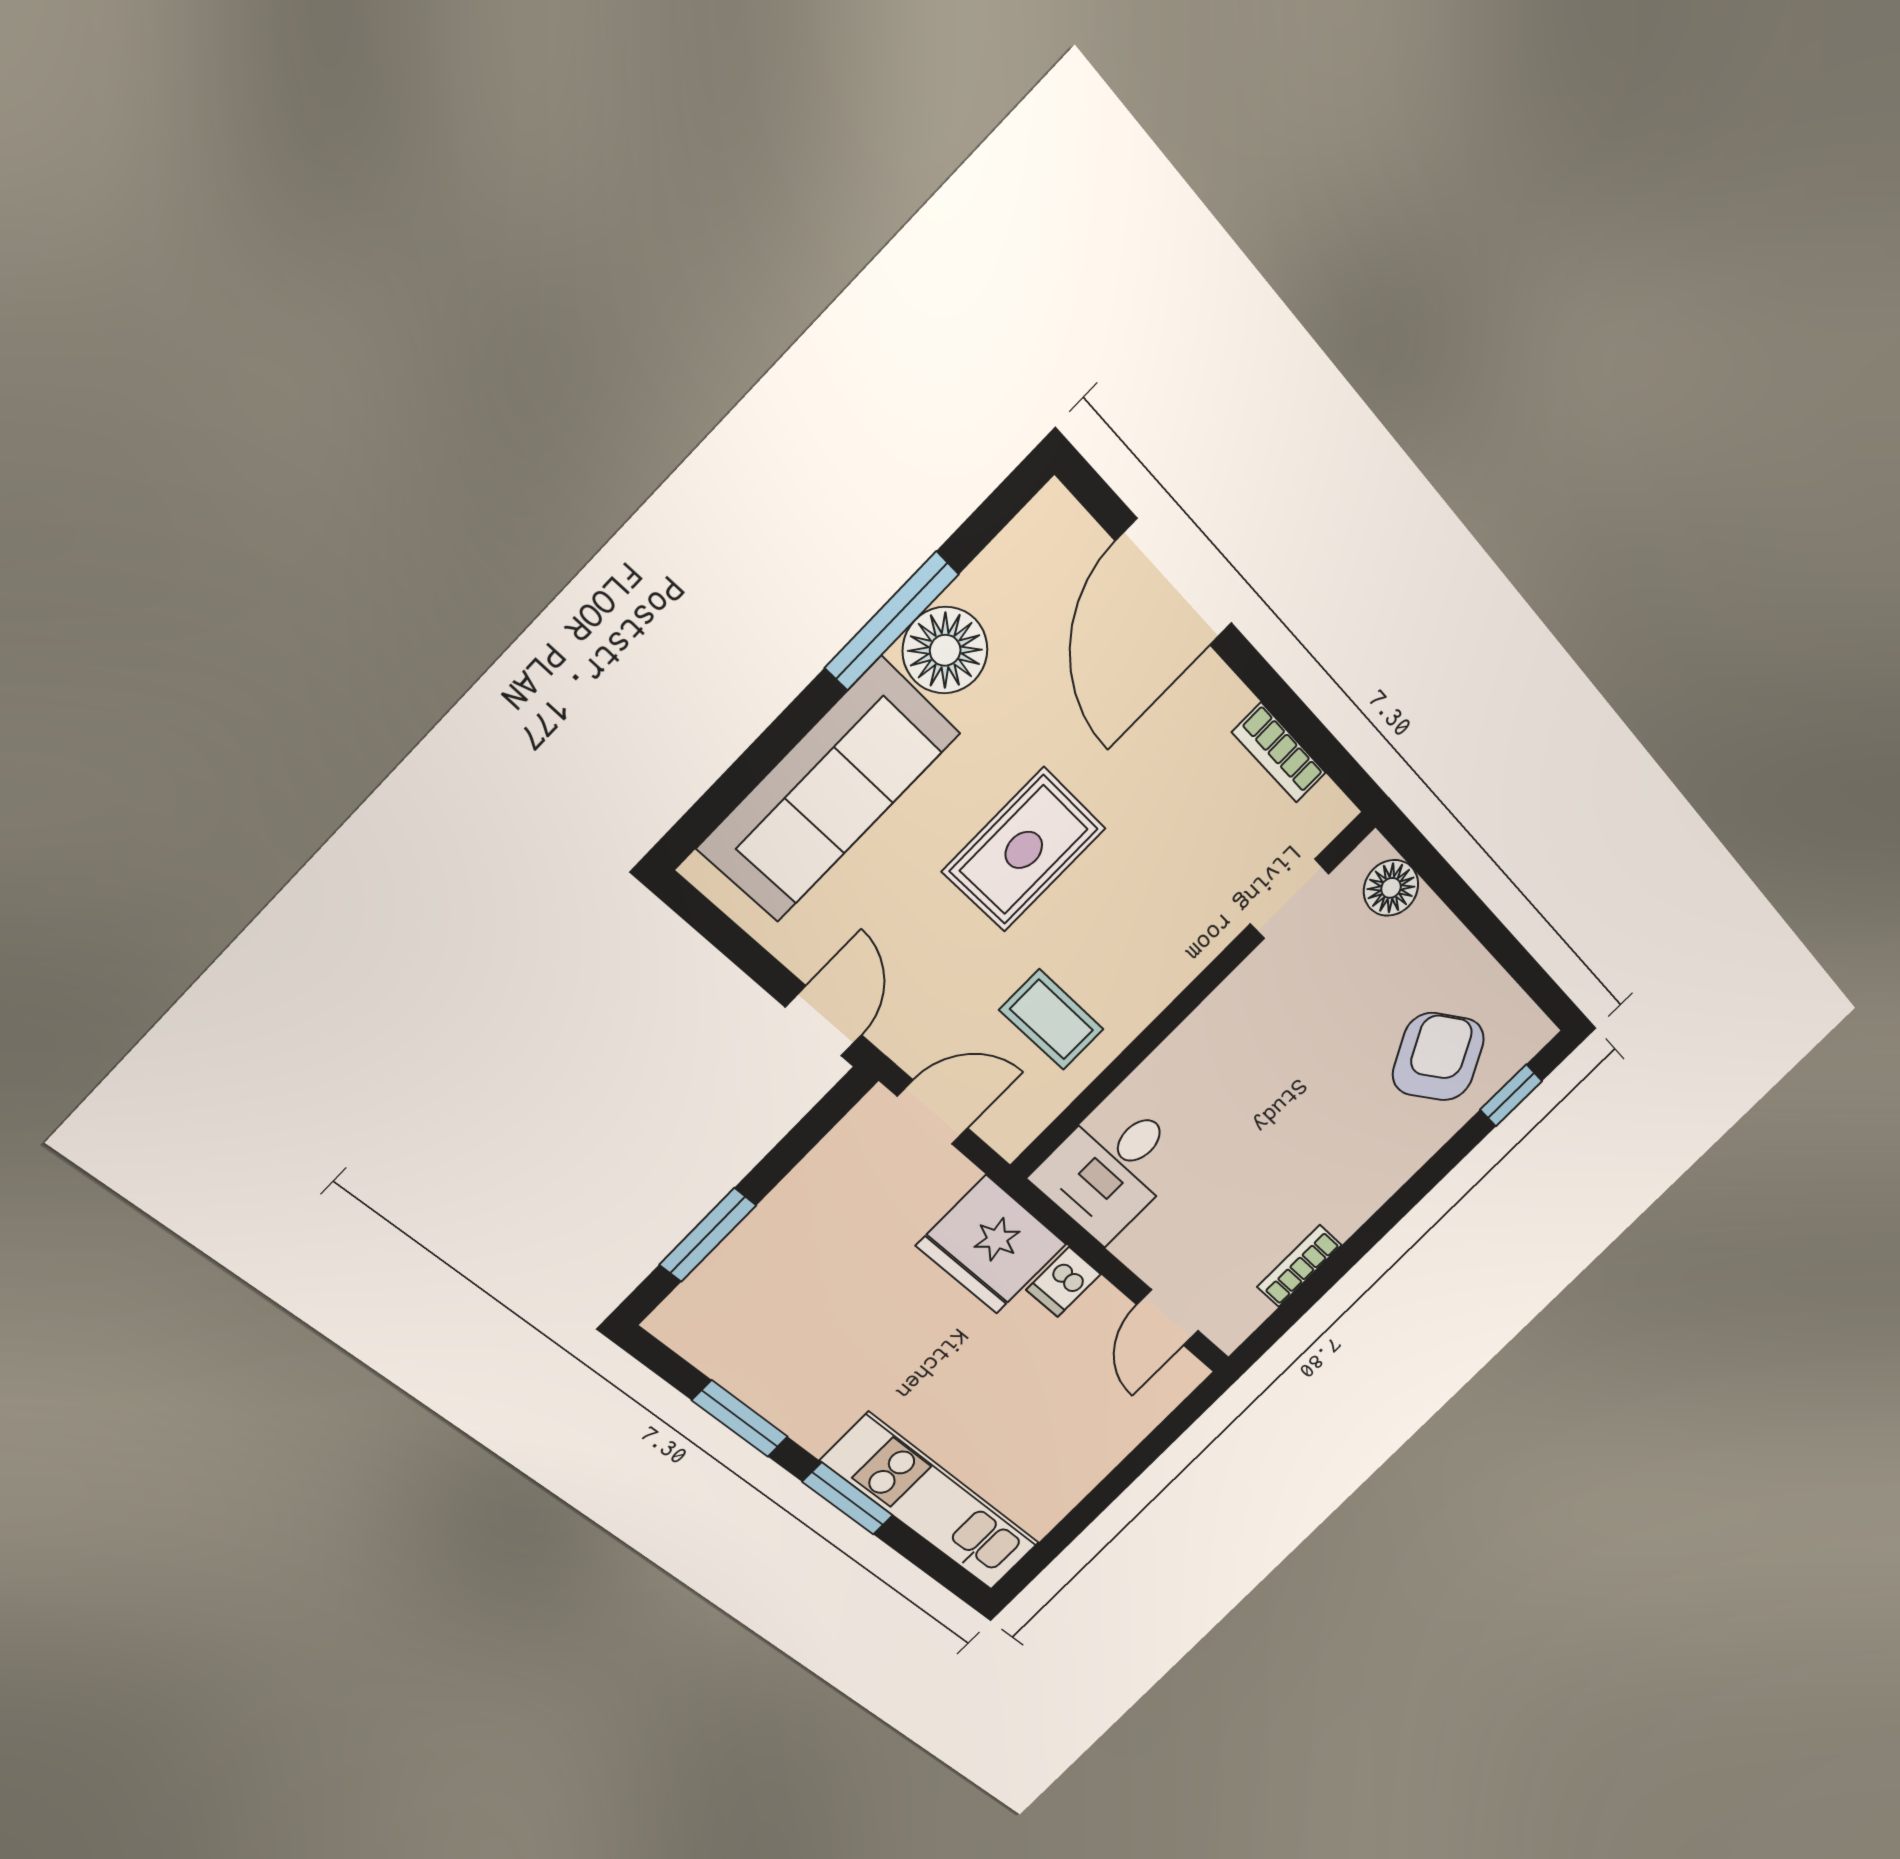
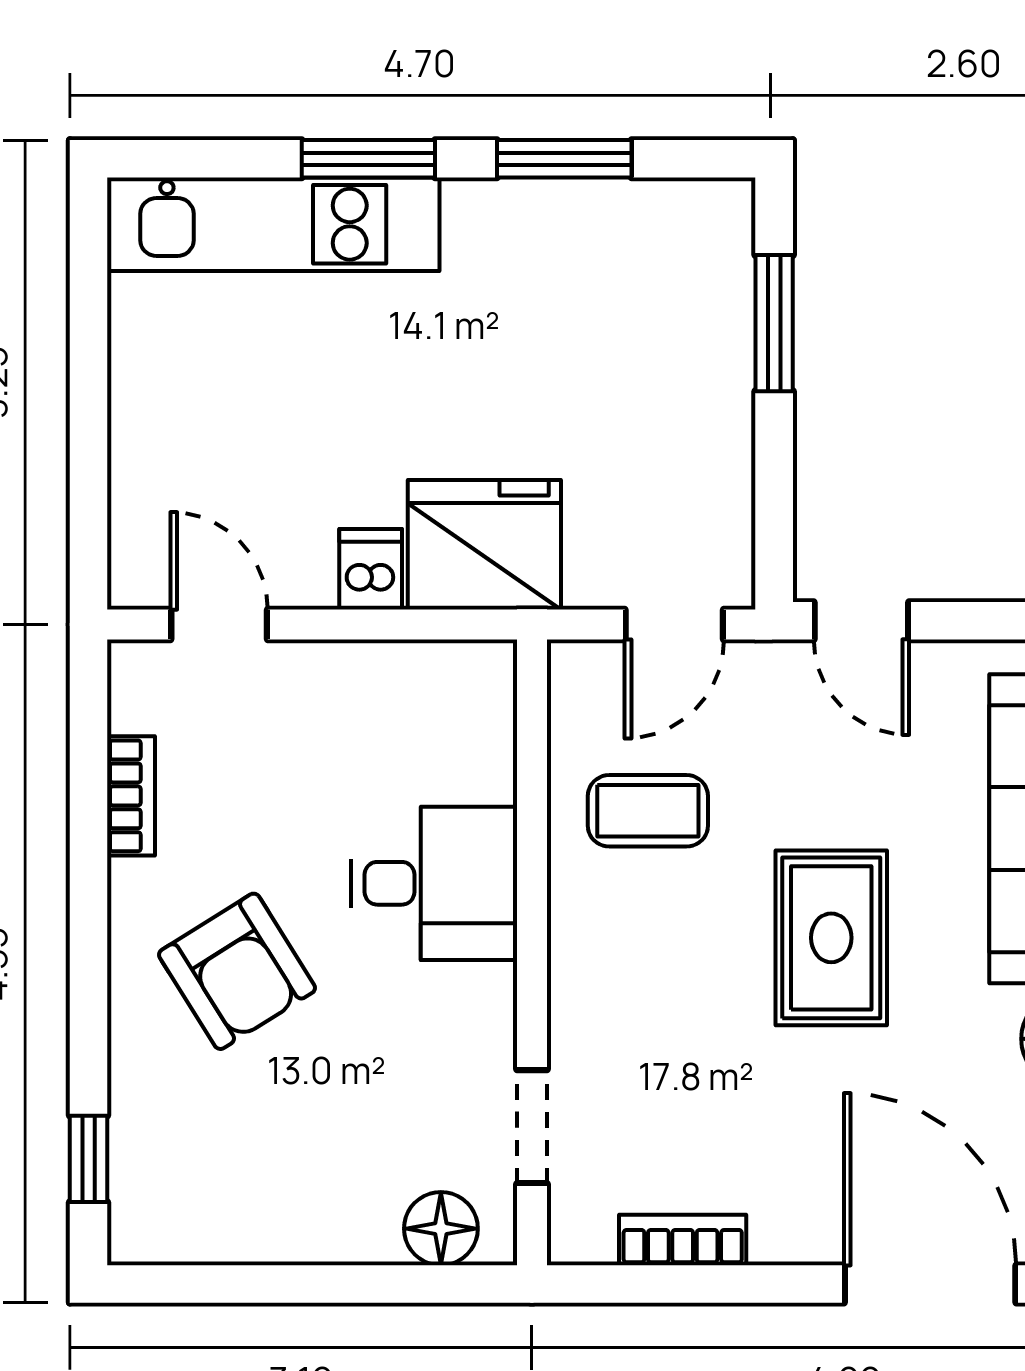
armchair: (1438, 1057) -> (237, 971), moved
desk: (1111, 1168) -> (434, 883), moved, turned 90

